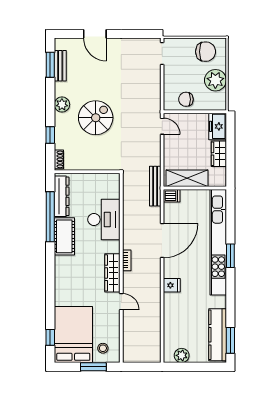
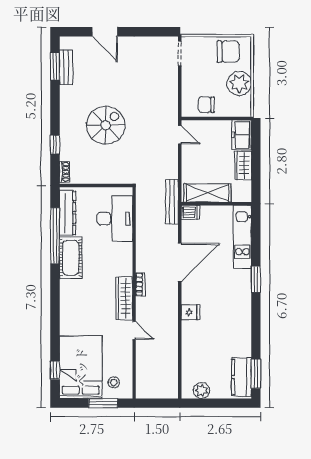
plant: (62, 105) -> (68, 111), removed
desk: (104, 219) -> (115, 219), moved
kitchen unit: (218, 242) -> (242, 237), width x0.54
kitchen counter: (218, 335) -> (242, 377), width x0.67

